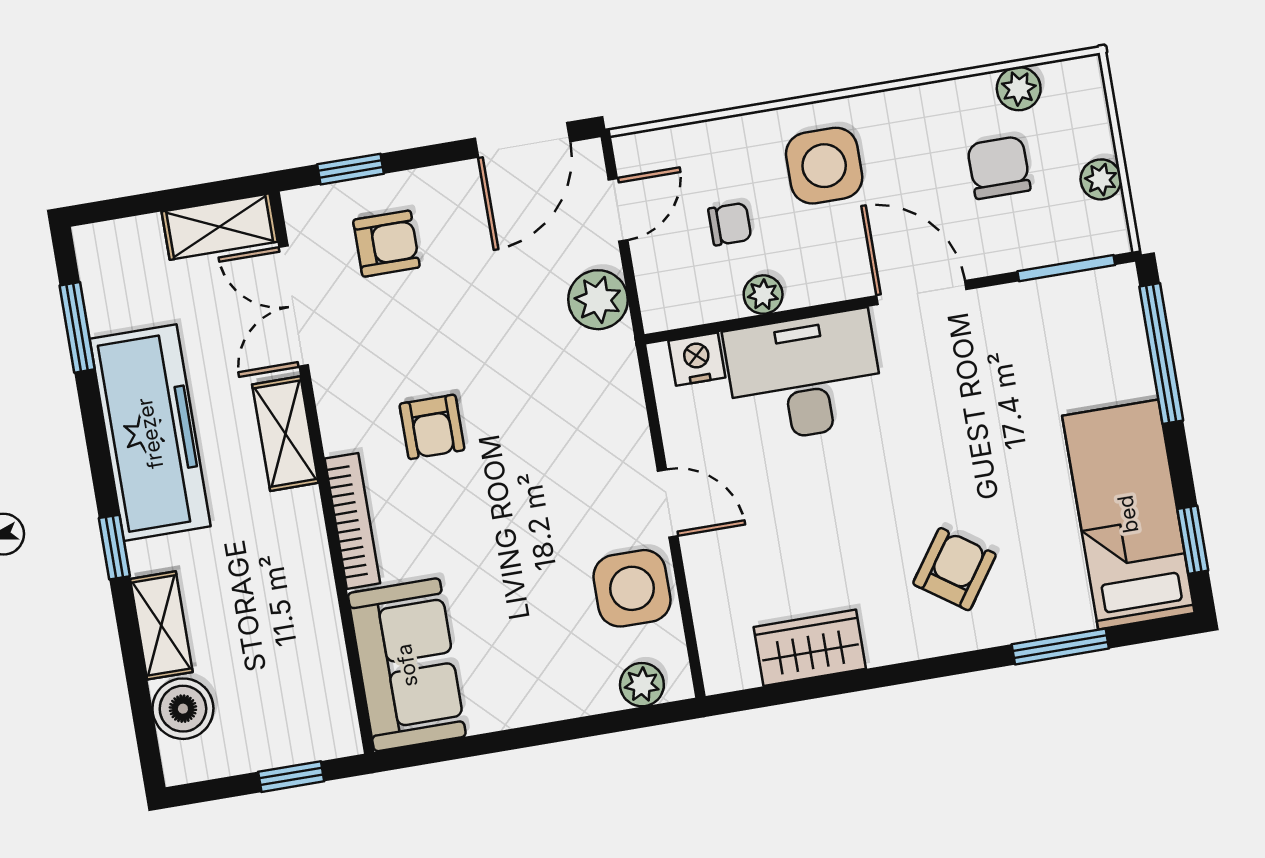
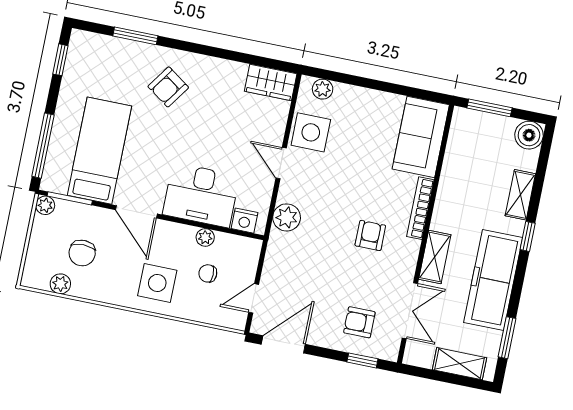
plant: (1101, 179) -> (45, 205), moved
shelving: (220, 227) -> (459, 364), moved
plant: (598, 300) -> (287, 217), moved
bed: (1128, 514) -> (99, 151), moved, turned 180
wardrobe: (810, 648) -> (271, 82), moved
boiler: (183, 709) -> (529, 135), moved
window: (291, 777) -> (489, 108), width x1.50

